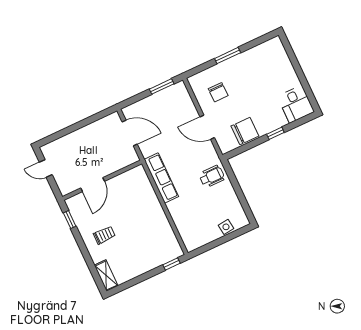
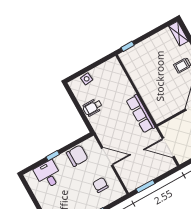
desk: (296, 104) -> (48, 174), moved
chair: (245, 131) -> (77, 156), turned 180
wheelchair: (212, 176) -> (93, 107), moved

